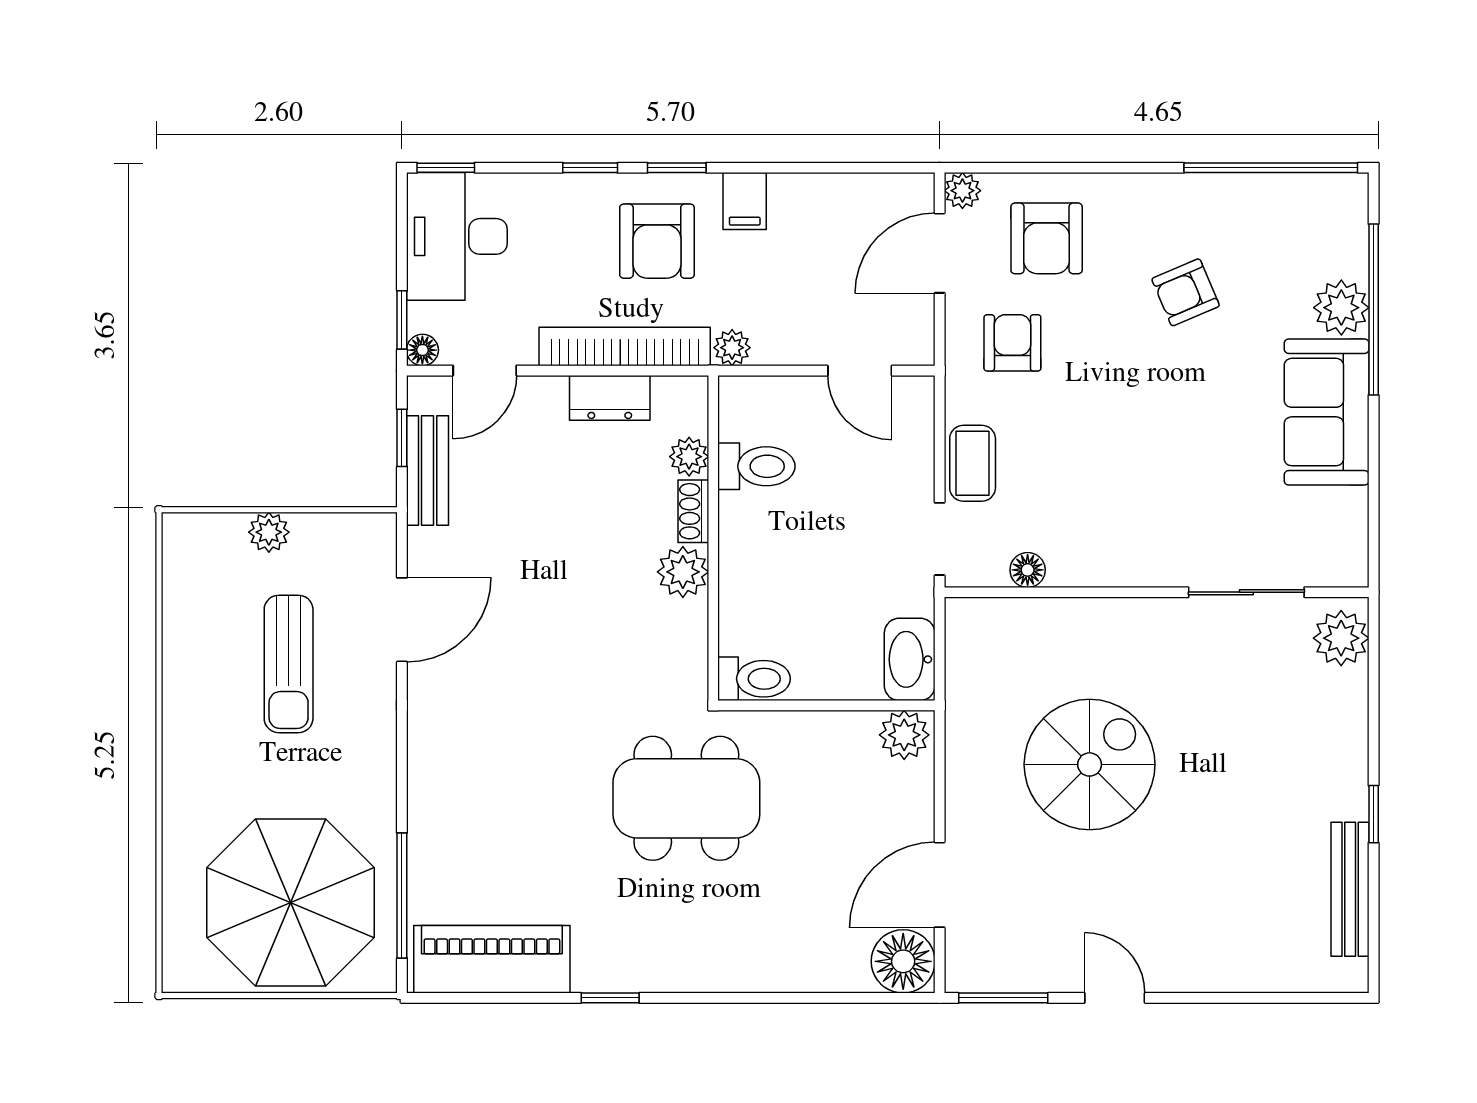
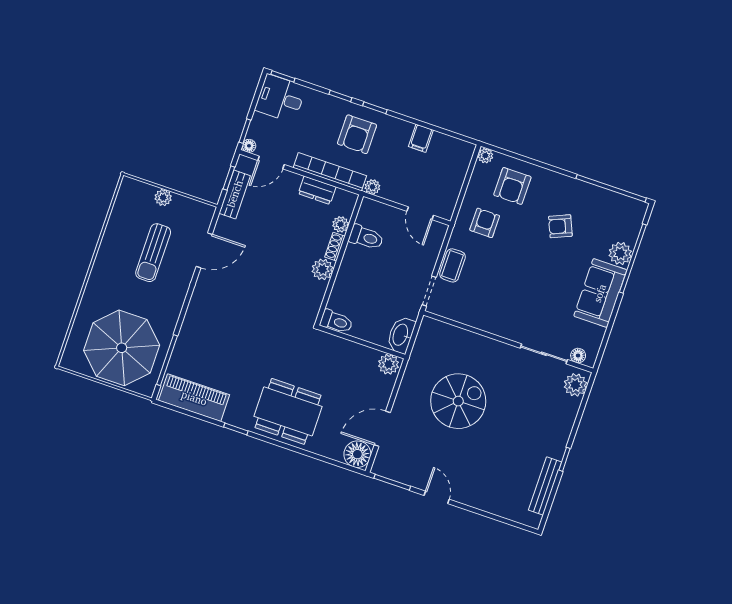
filing cabinet: (745, 201) -> (421, 138), moved
desk: (457, 236) -> (280, 98), width x0.73
door: (940, 253) -> (468, 177), removed
floor lamp: (1028, 570) -> (578, 356), moved
dining table: (686, 798) -> (288, 411), moved

